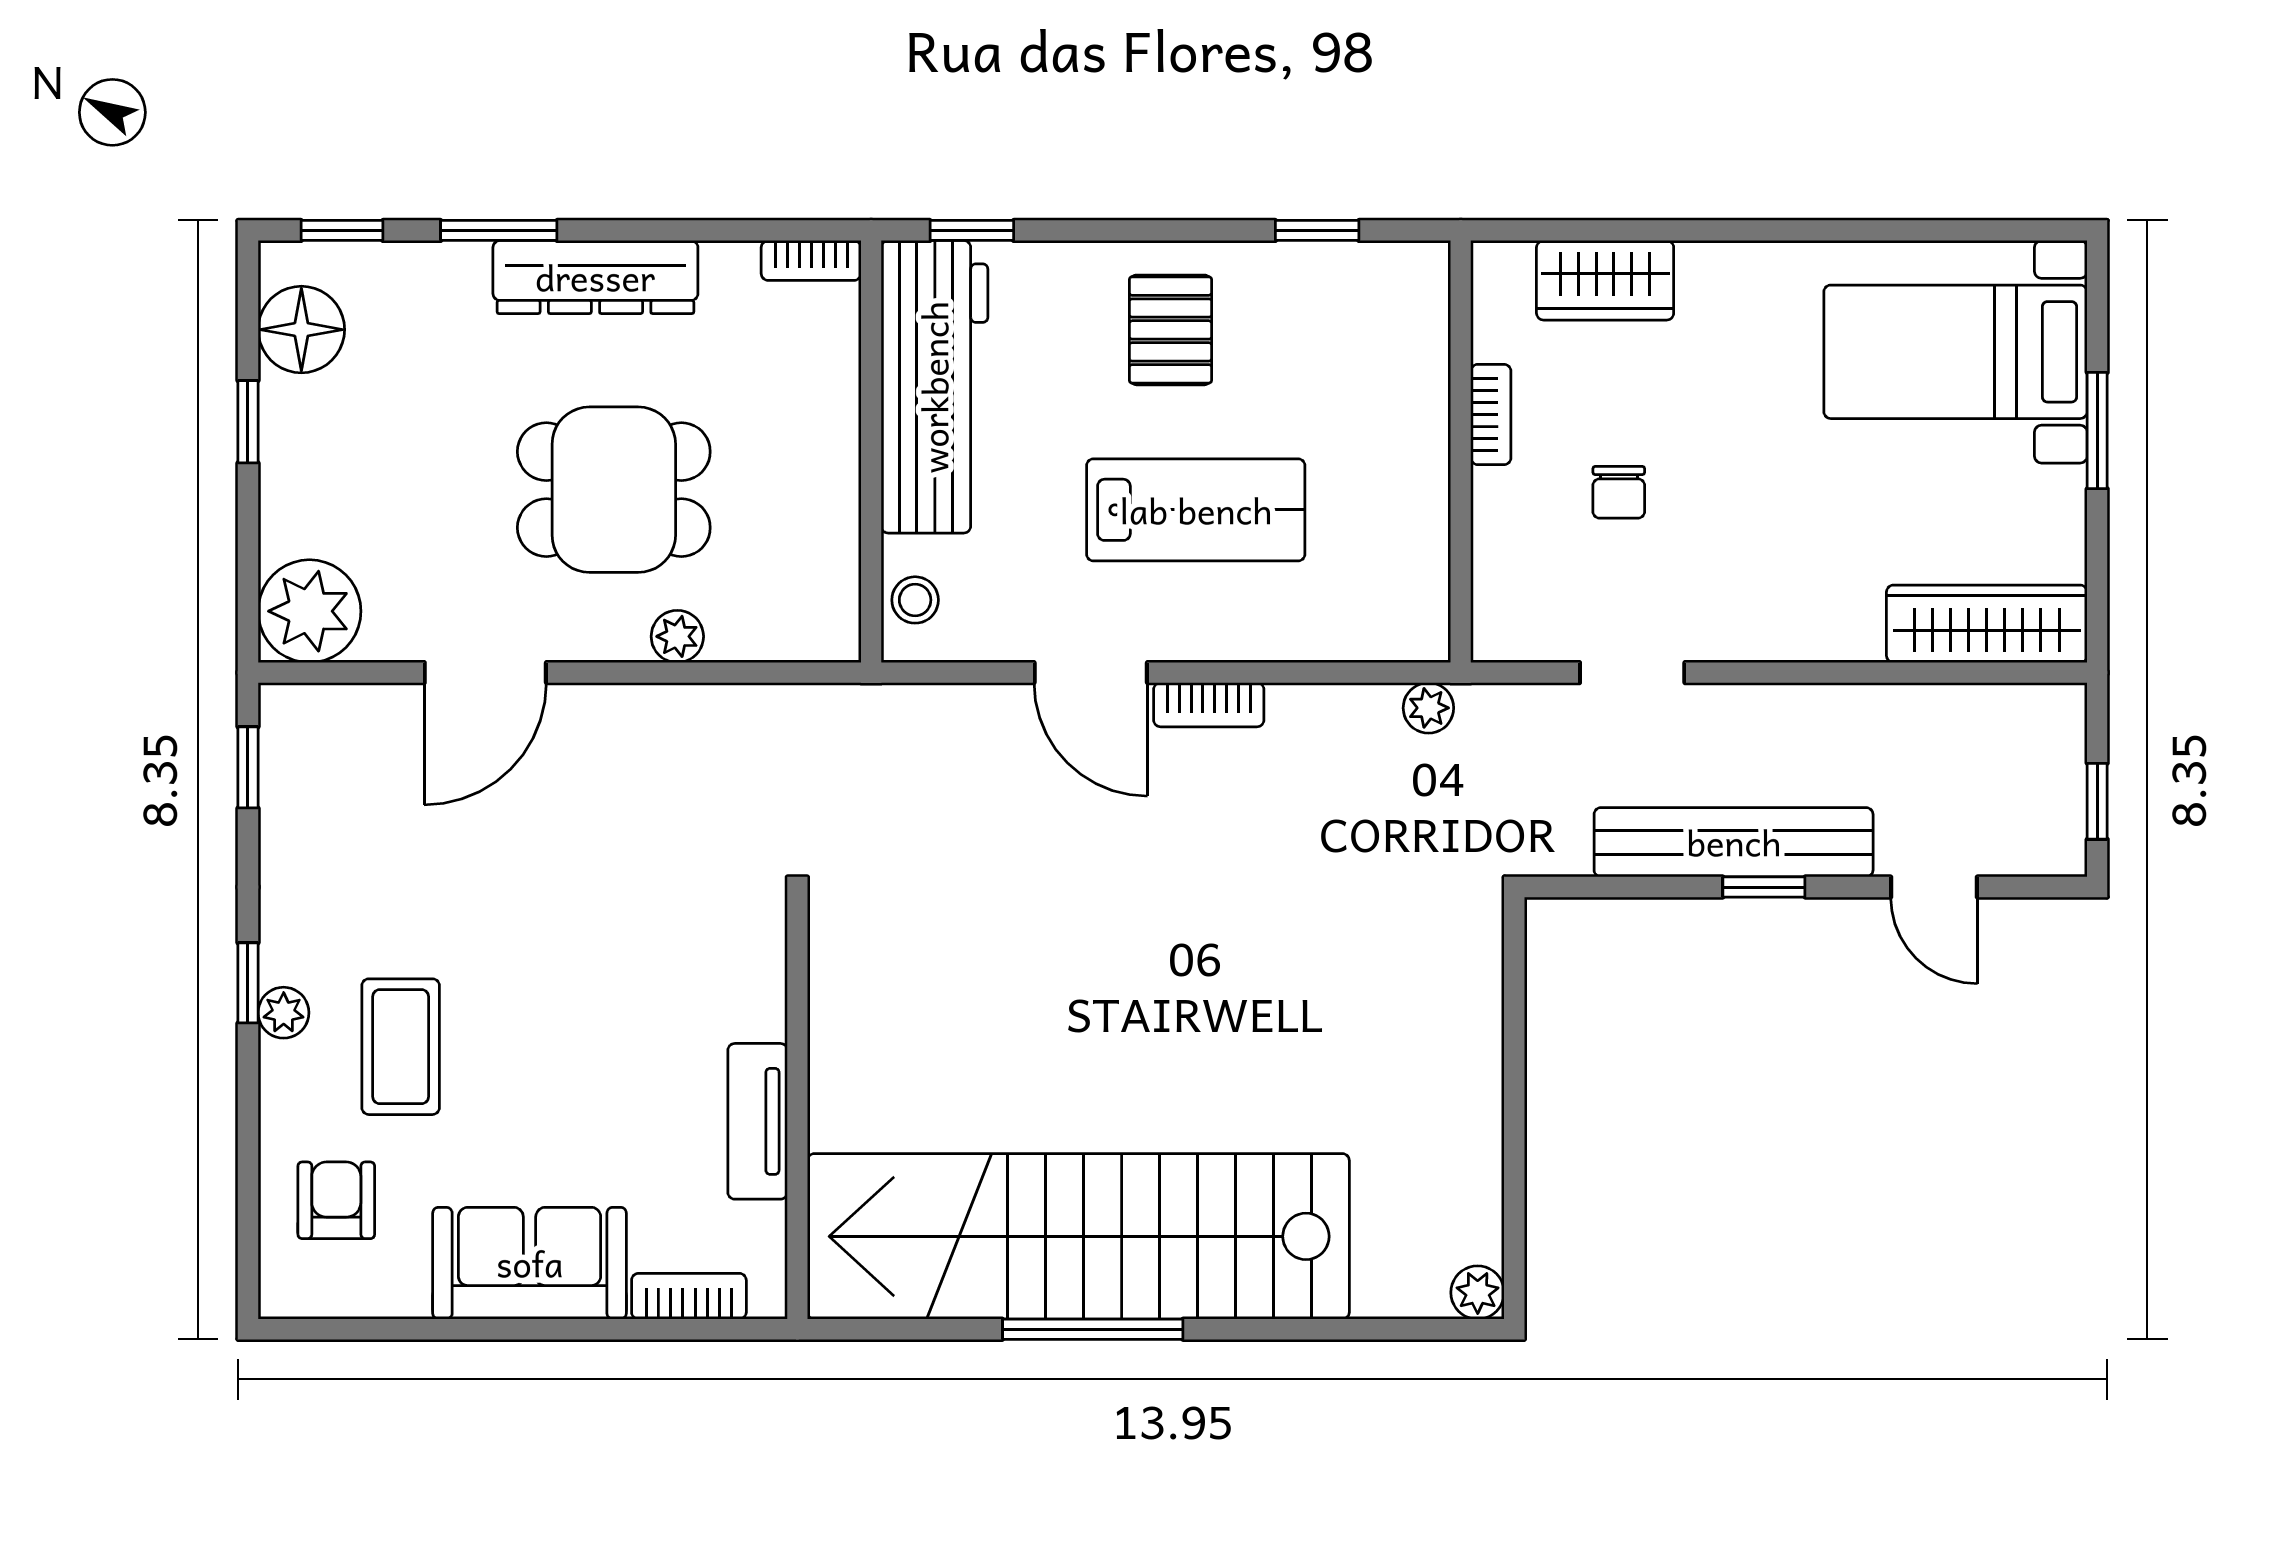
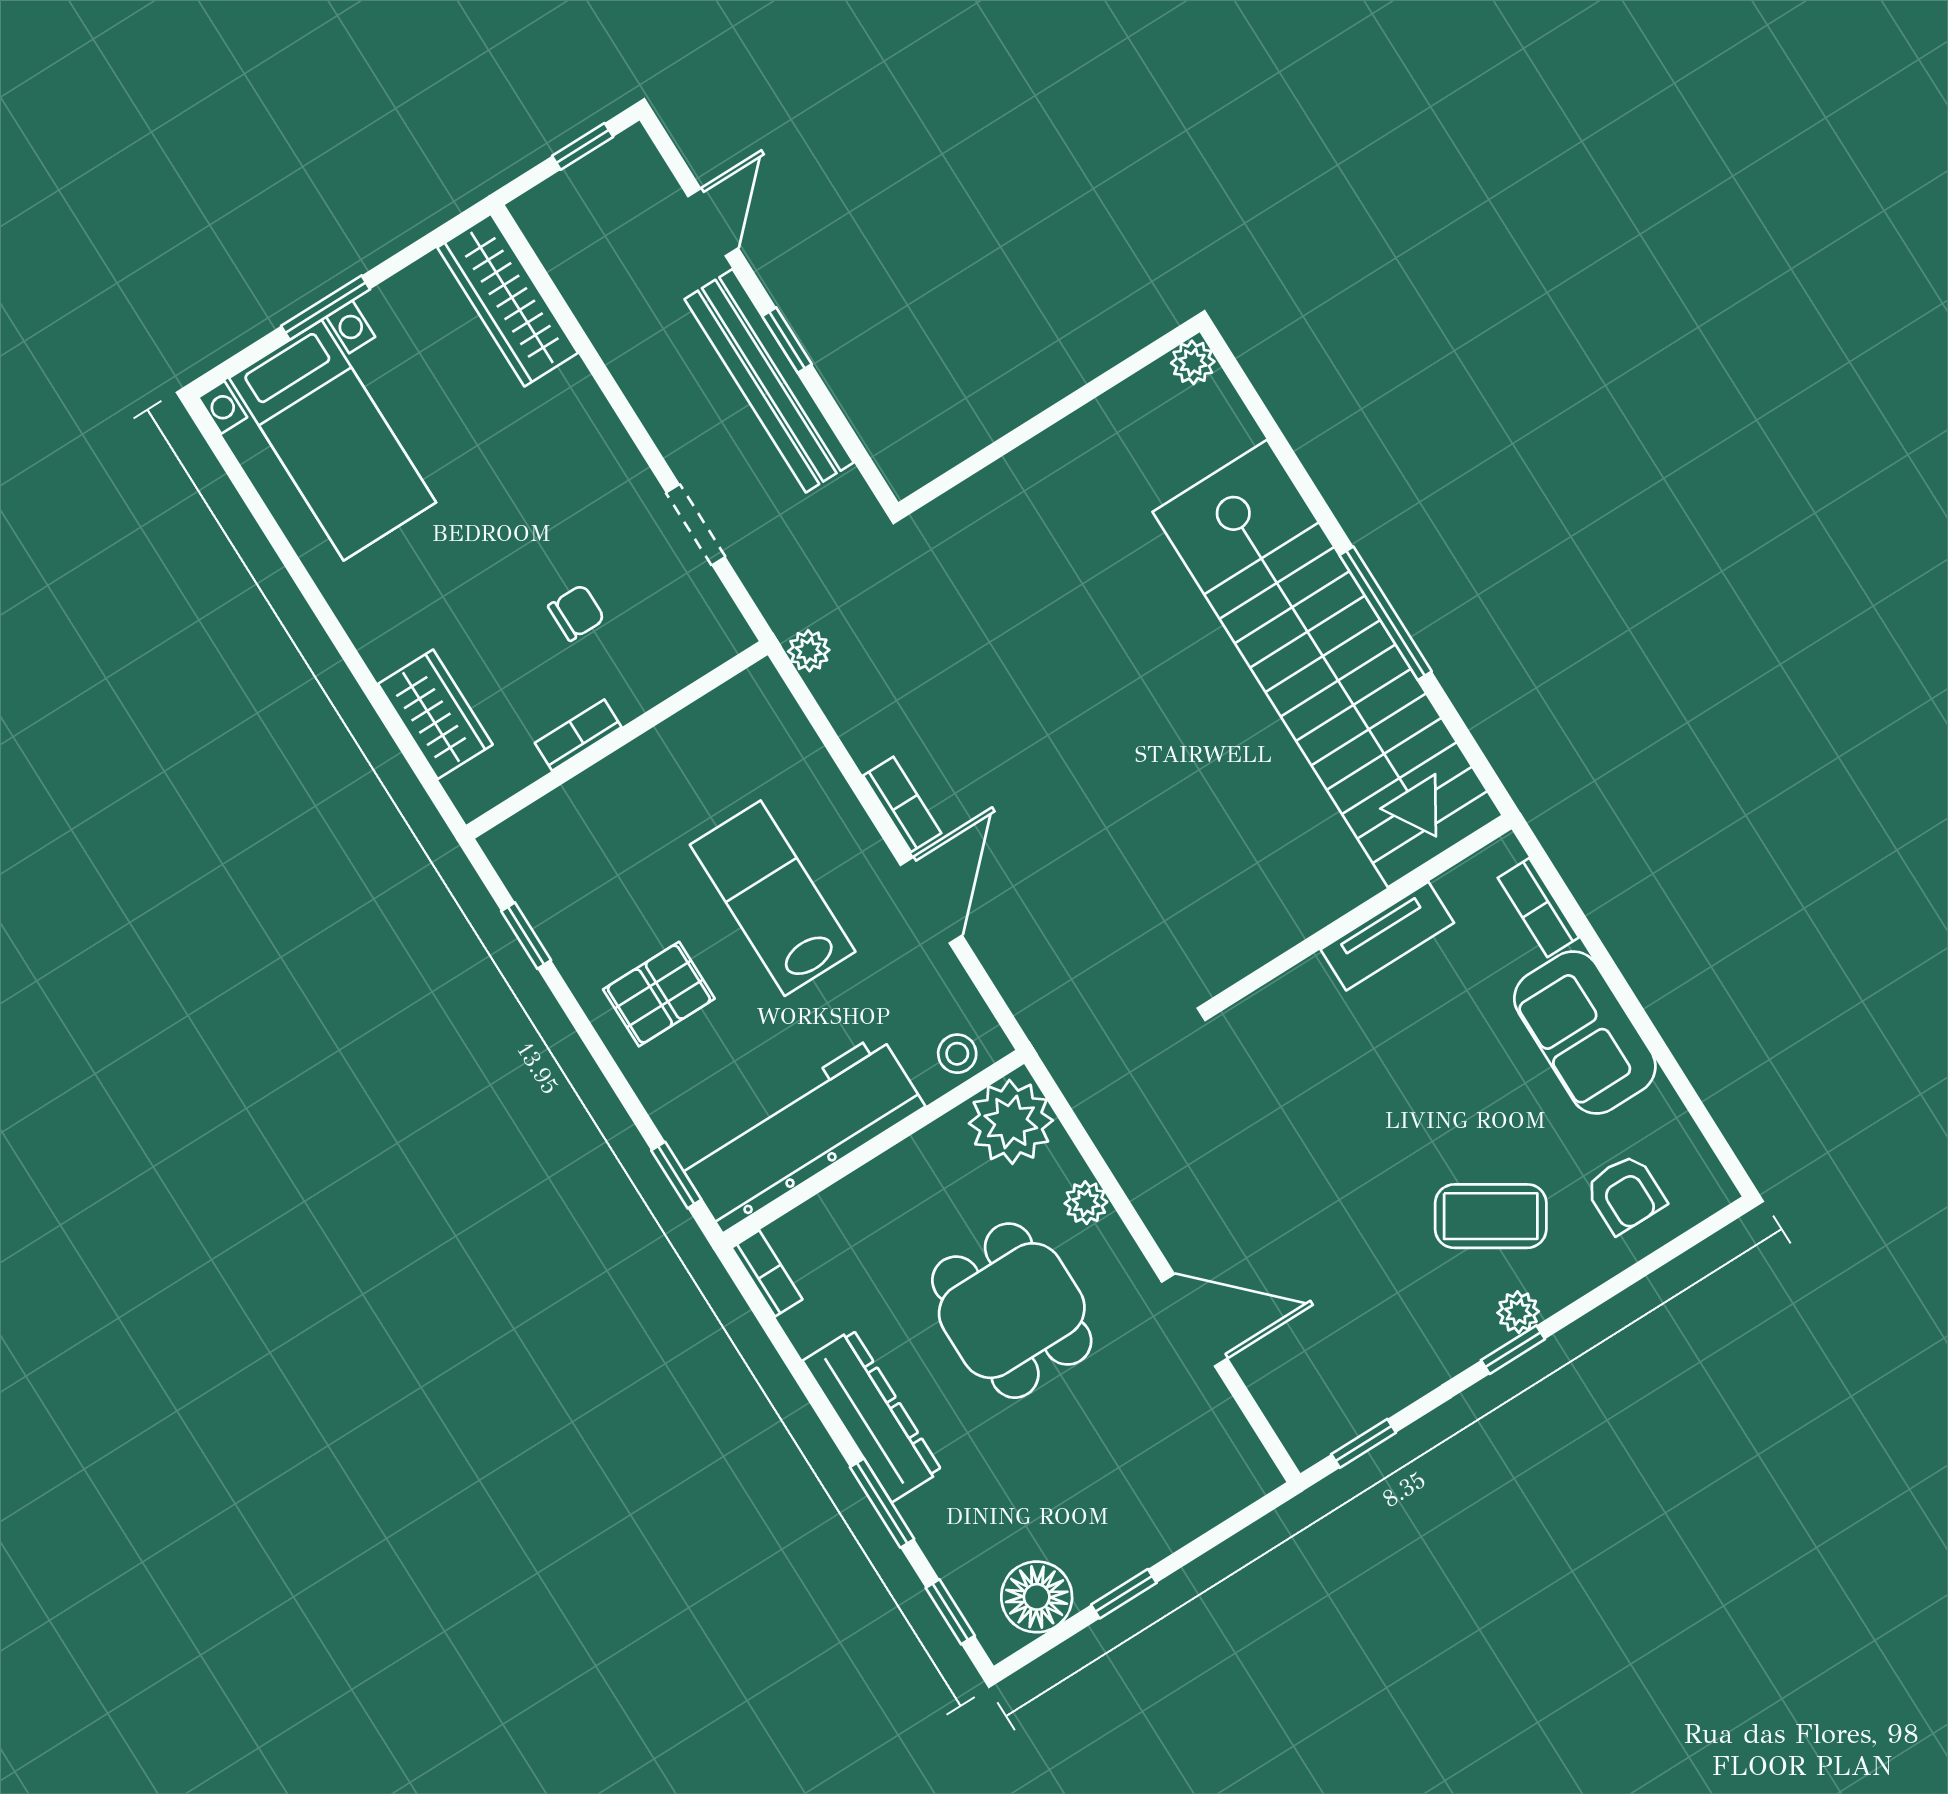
plant: (309, 611) -> (1011, 1122), moved
coffee table: (401, 1047) -> (1491, 1216), turned 32
armchair: (336, 1200) -> (1625, 1194), turned -90

